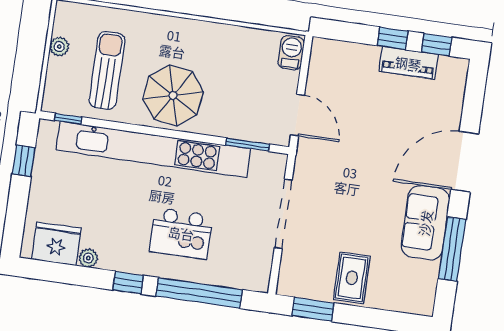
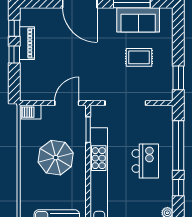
parasol: (173, 95) -> (56, 158), moved
sofa: (425, 223) -> (138, 20), moved
rug: (352, 278) -> (139, 57), moved

